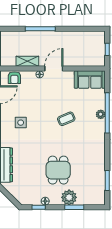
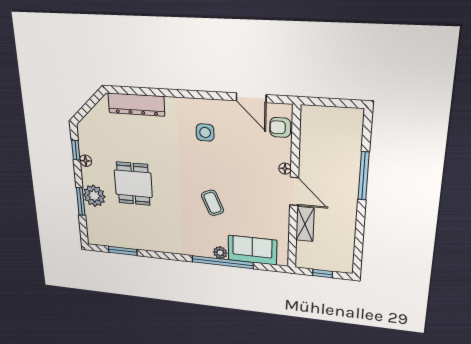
shelving: (27, 61) -> (305, 224), moved
sofa: (90, 80) -> (252, 250), moved, turned 90
dining table: (58, 170) -> (133, 184), turned 90

